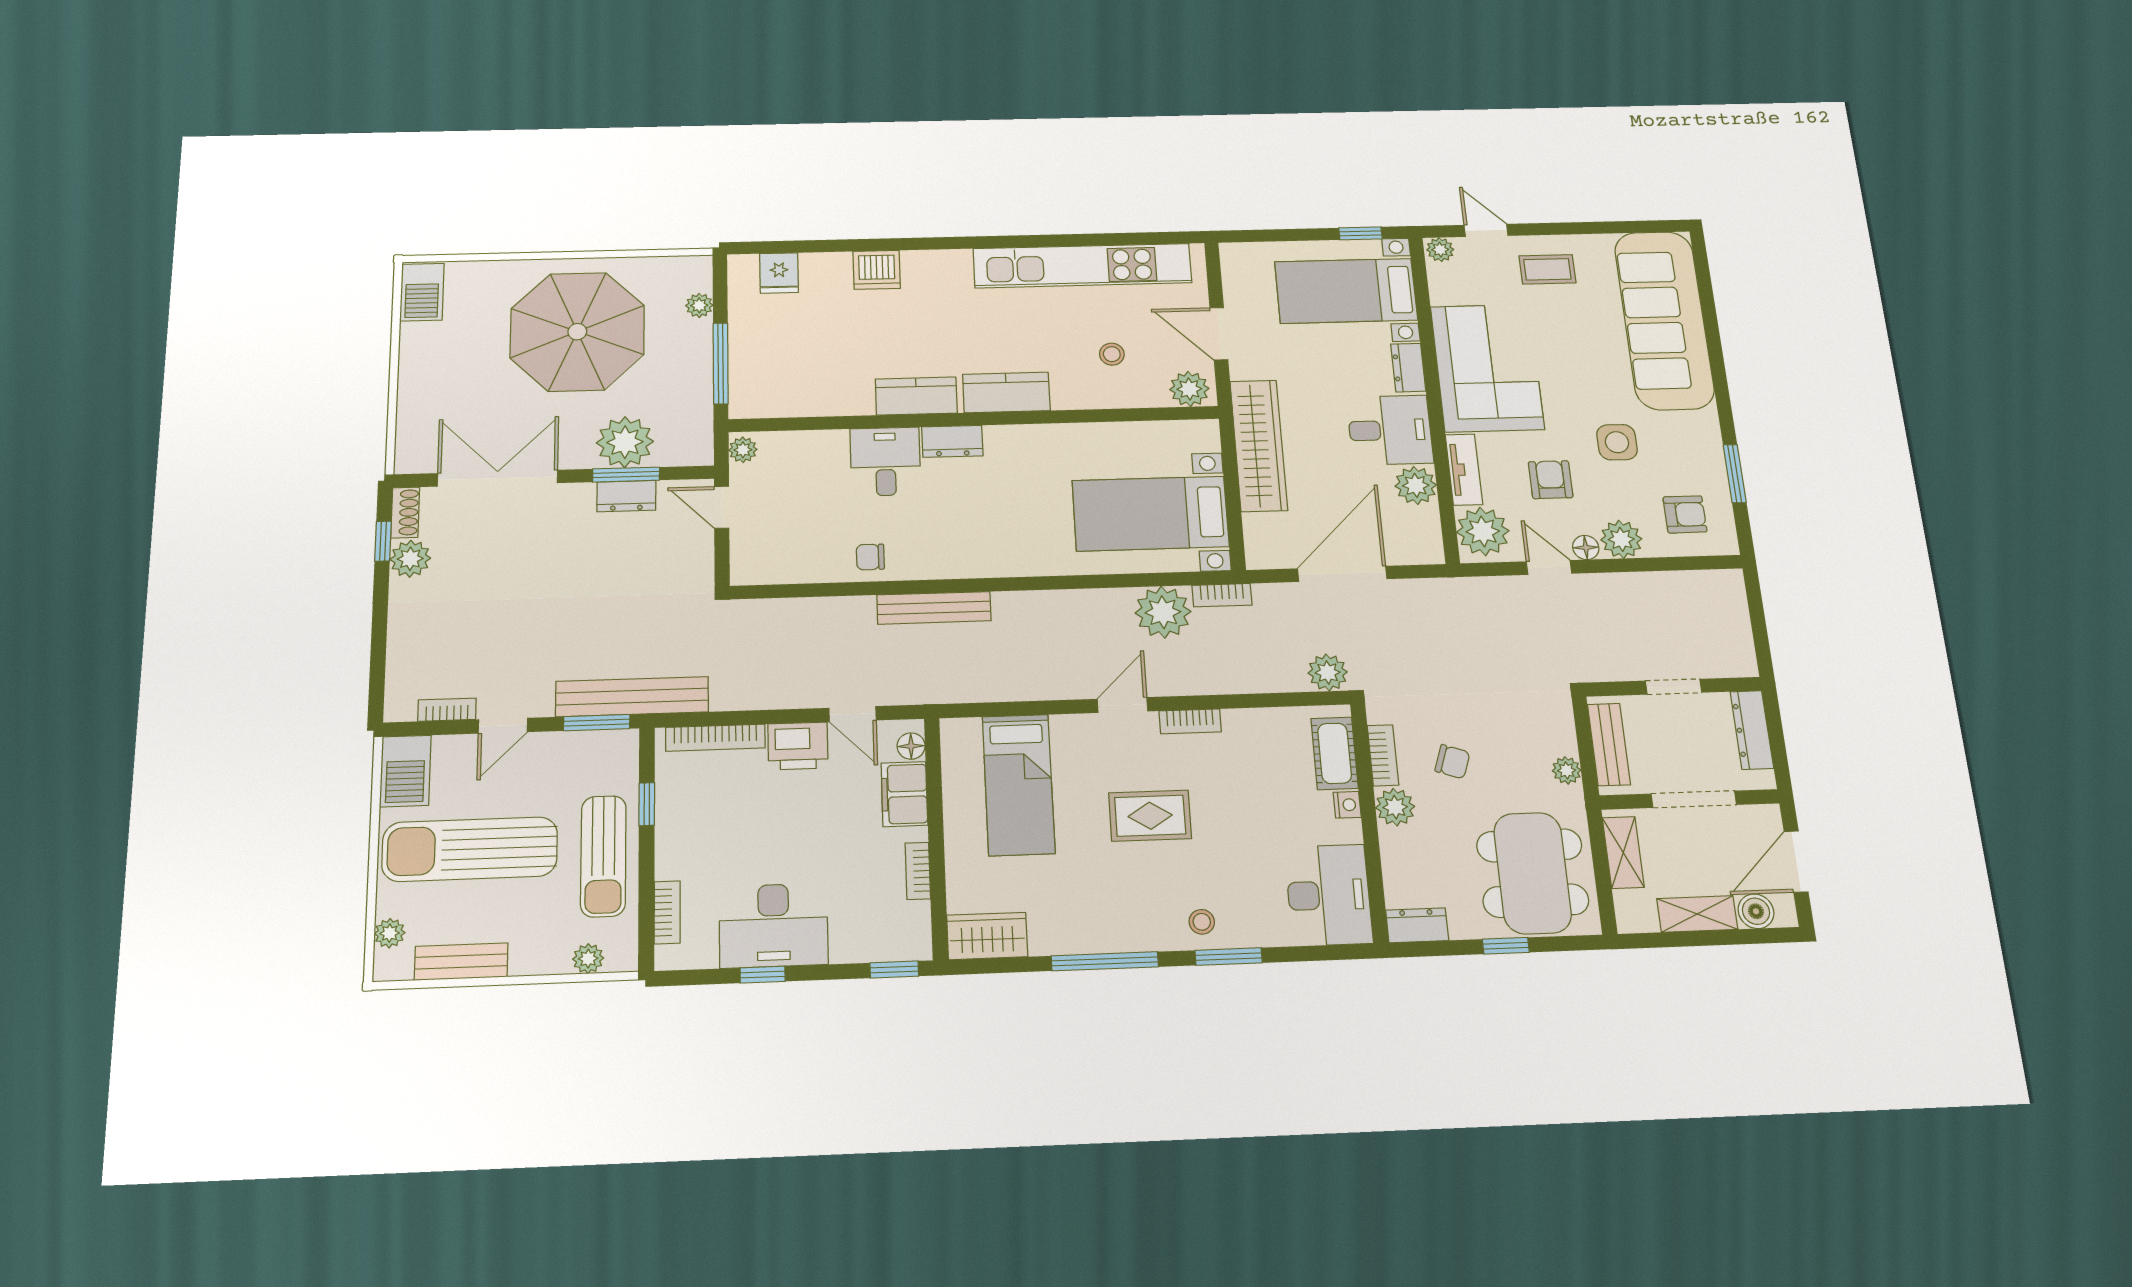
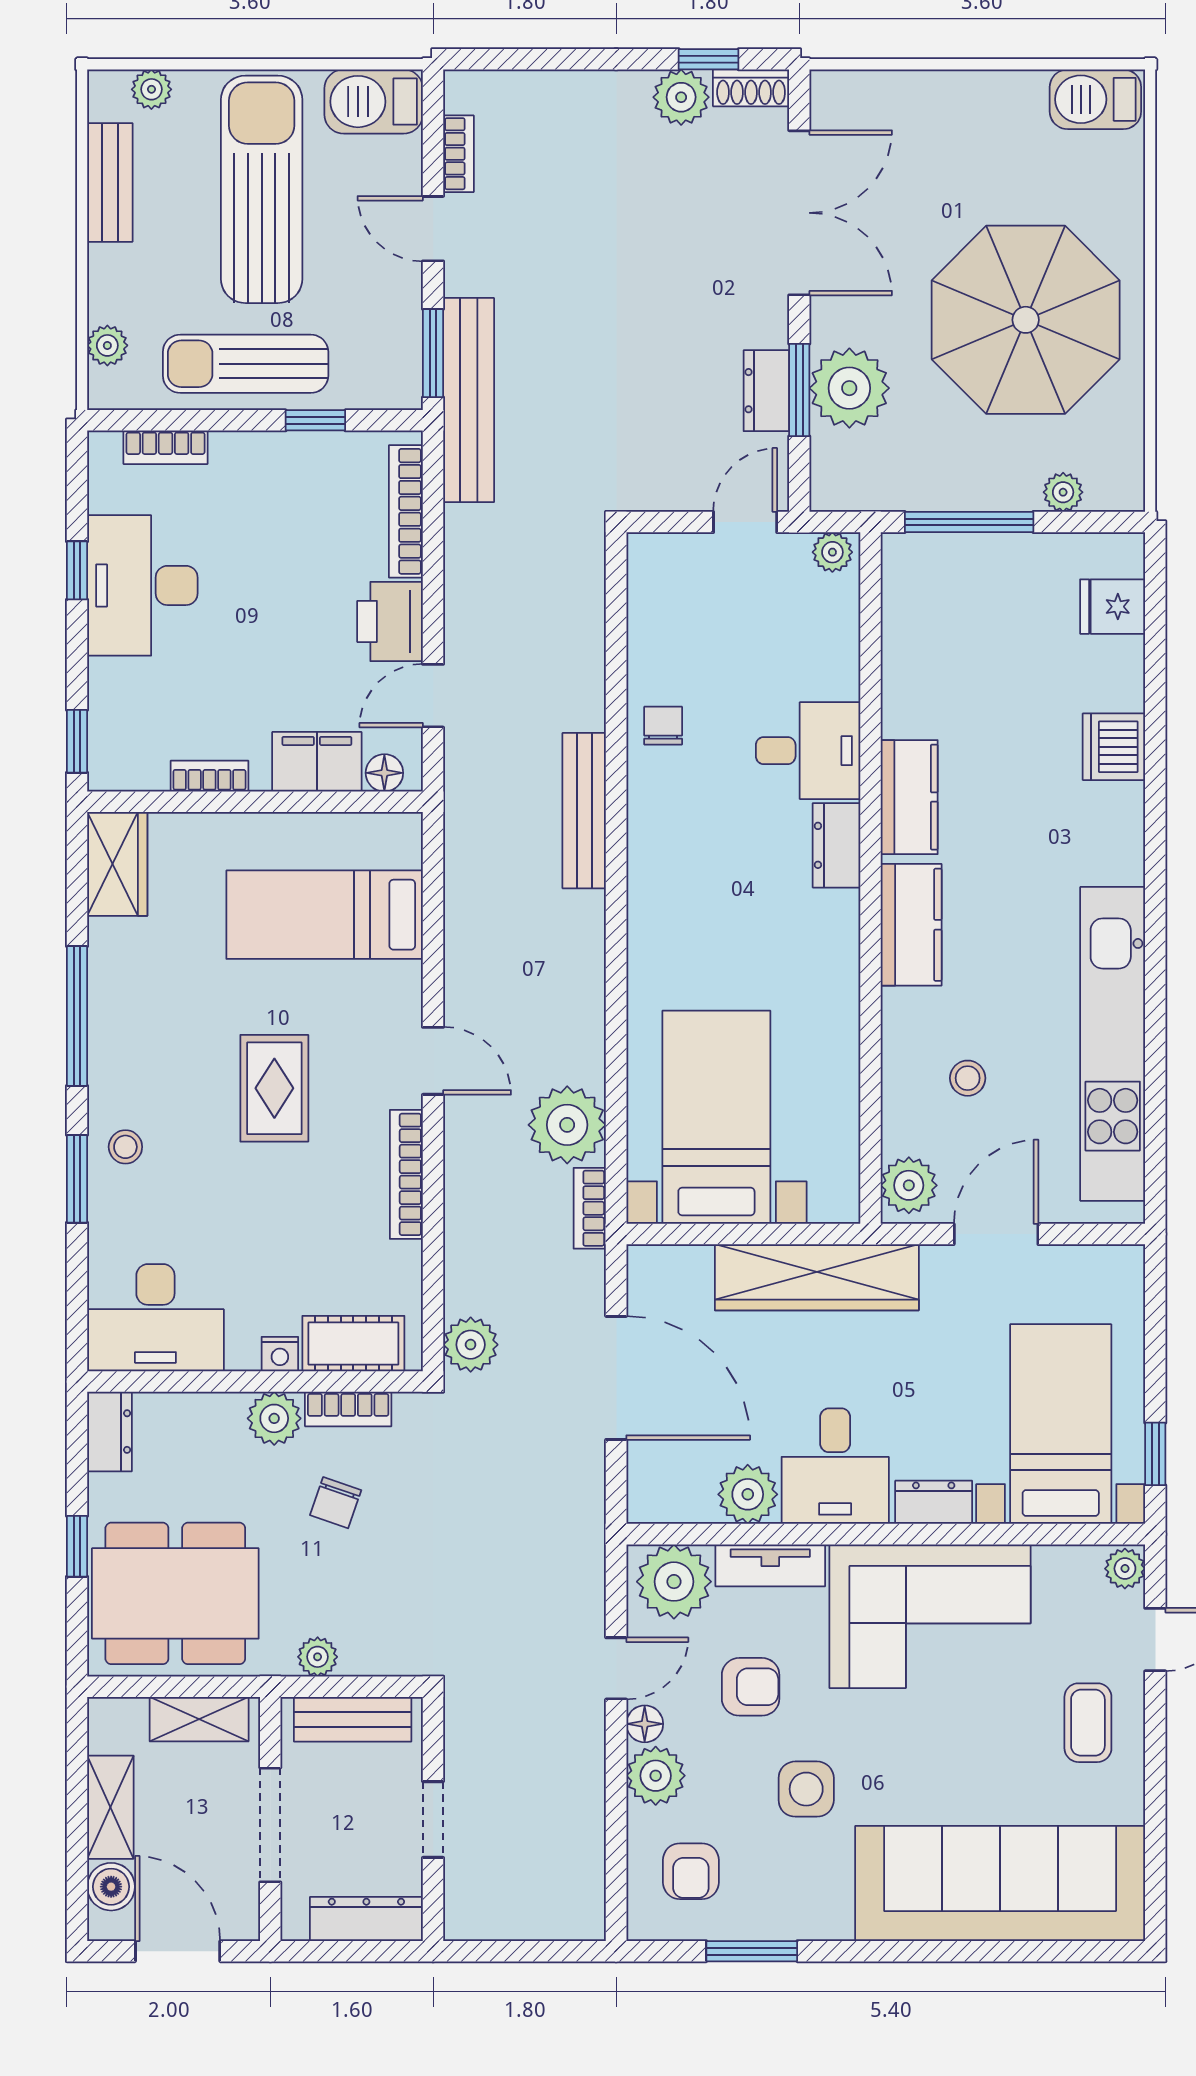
bookcase: (1190, 721) -> (406, 1174), width x1.56

